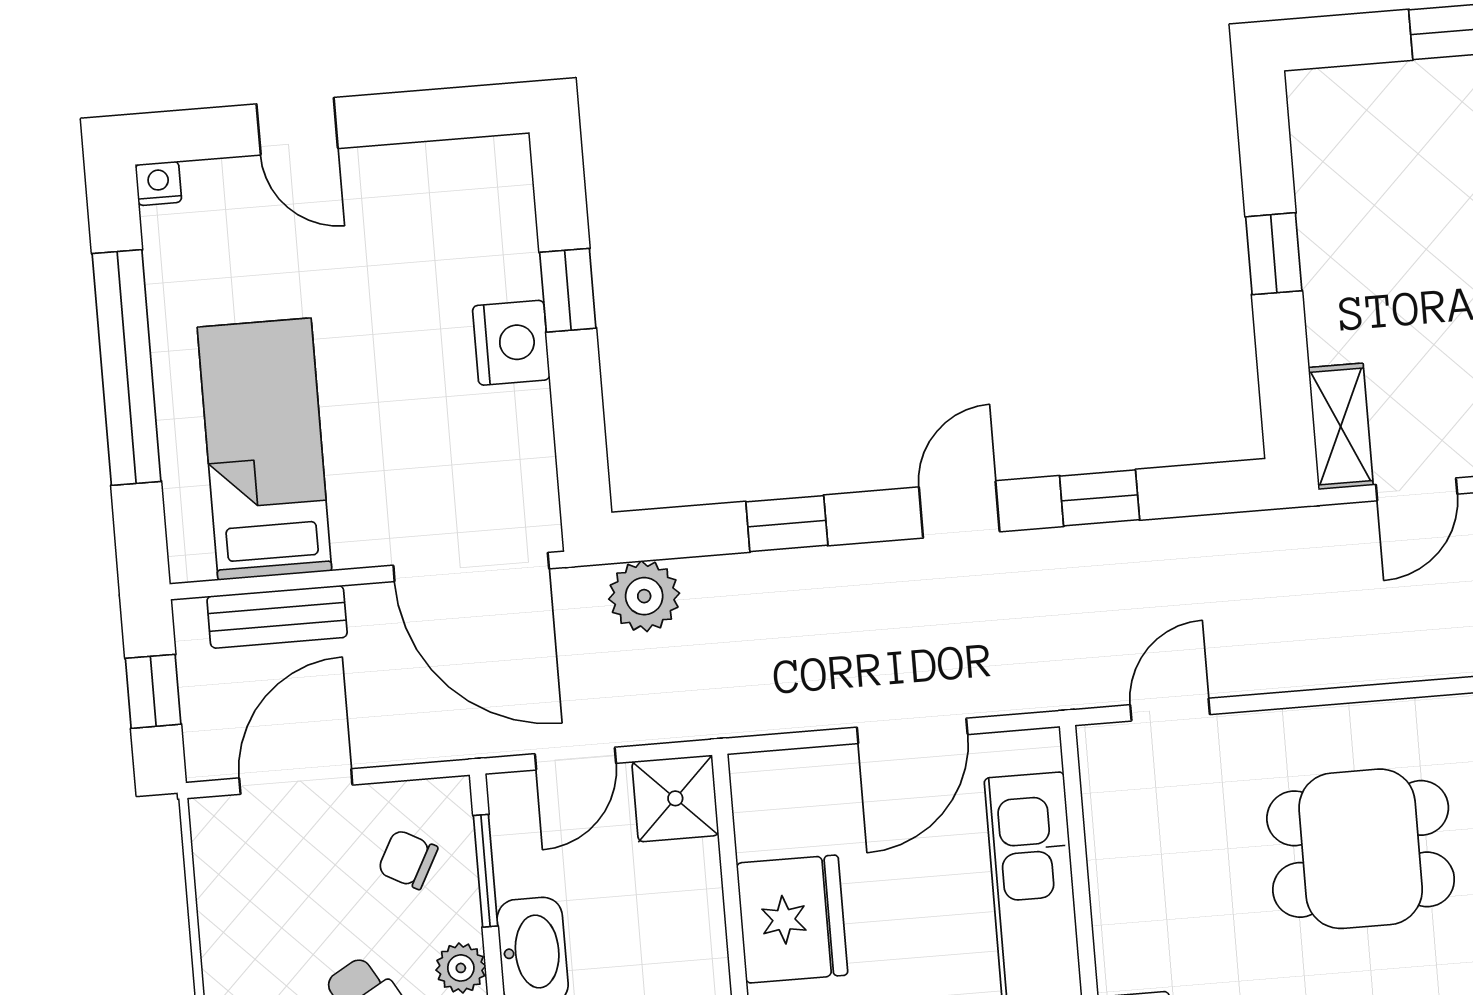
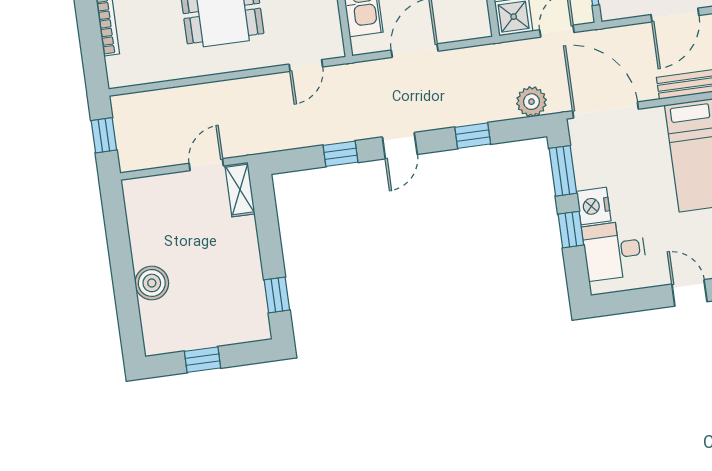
desk: (468, 236) -> (614, 250), added
window: (1274, 254) -> (277, 295), moved
window: (579, 429) -> (563, 171), added

